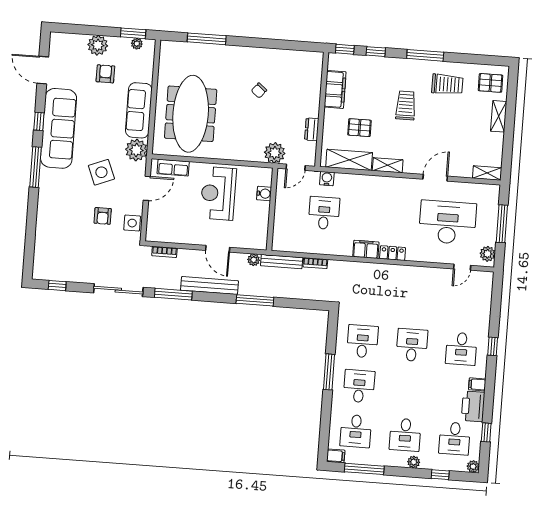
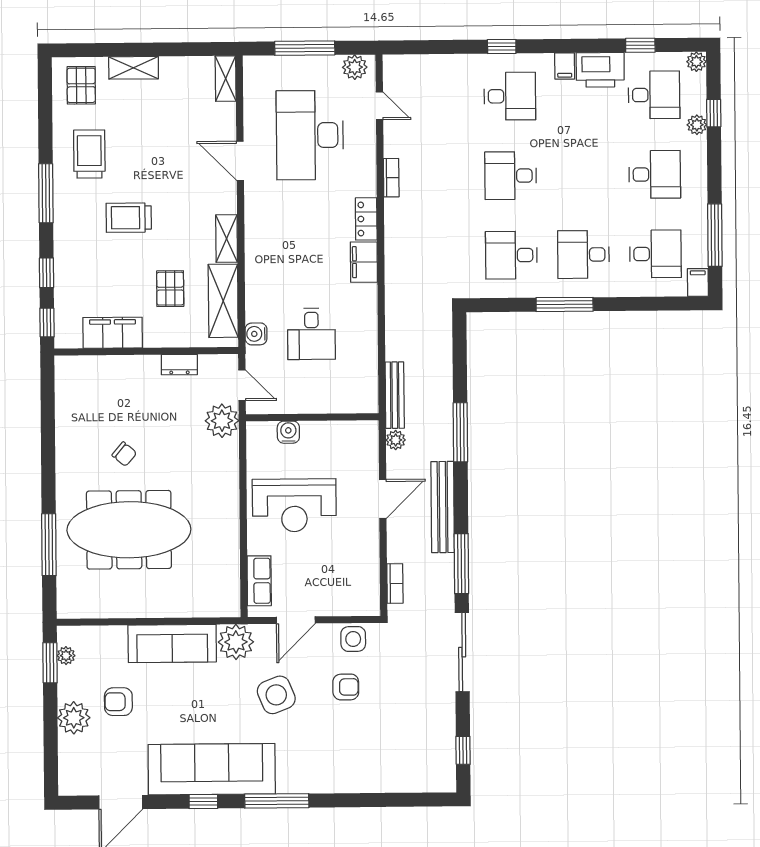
meeting table: (191, 114) -> (129, 530), moved
door: (147, 188) -> (296, 620), swing flipped
desk: (324, 213) -> (311, 334), turned -90
bookcase: (315, 263) -> (391, 178), moved
plant: (414, 462) -> (697, 125), moved

